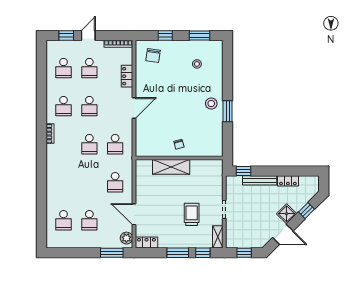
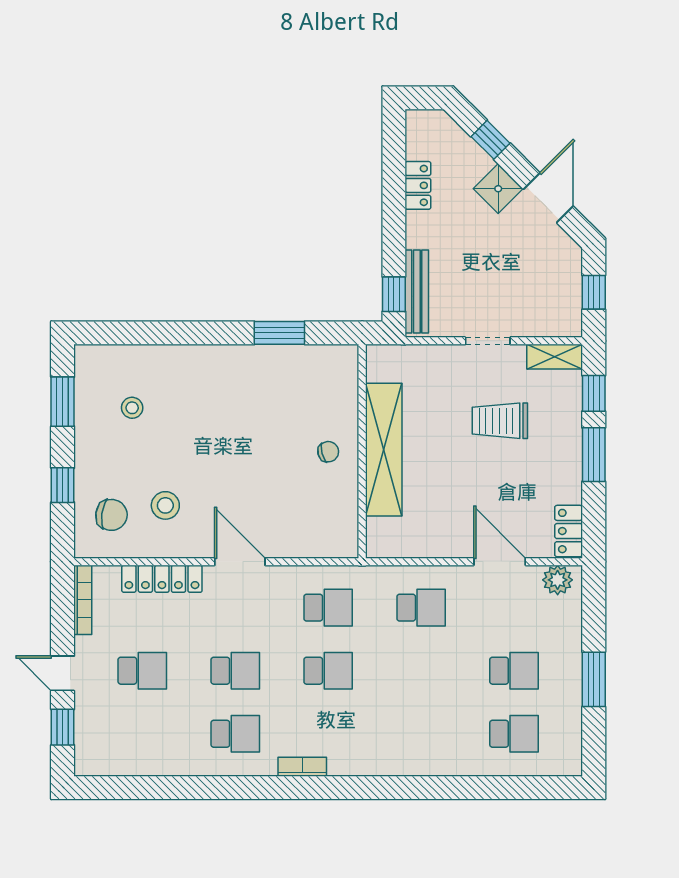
school desk: (64, 68) -> (142, 734), removed
locker: (127, 76) -> (162, 579), width x1.53
stool: (211, 104) -> (165, 505), moved
window: (228, 111) -> (279, 333), moved
shelving: (171, 167) -> (384, 450), width x1.47
bench: (260, 180) -> (417, 291), moved
door: (134, 214) -> (500, 562), swing flipped
window: (112, 253) -> (594, 679), moved

